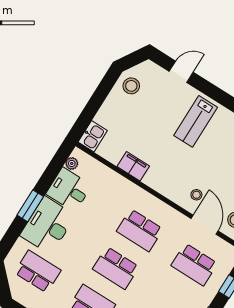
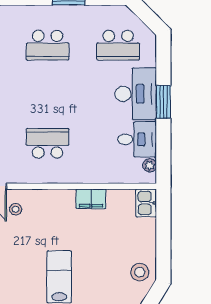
school desk: (116, 268) -> (48, 94), removed

